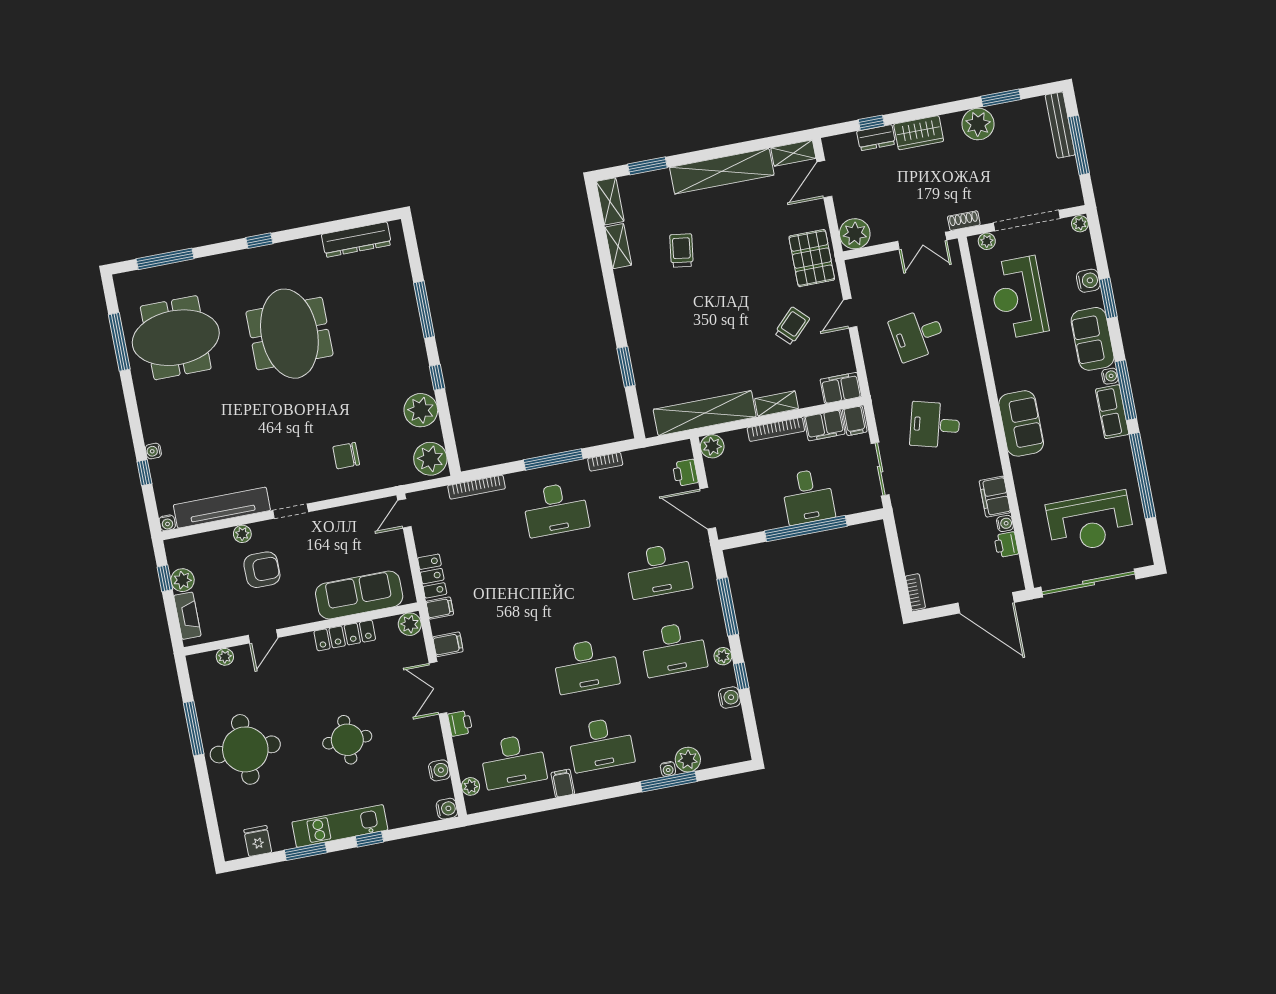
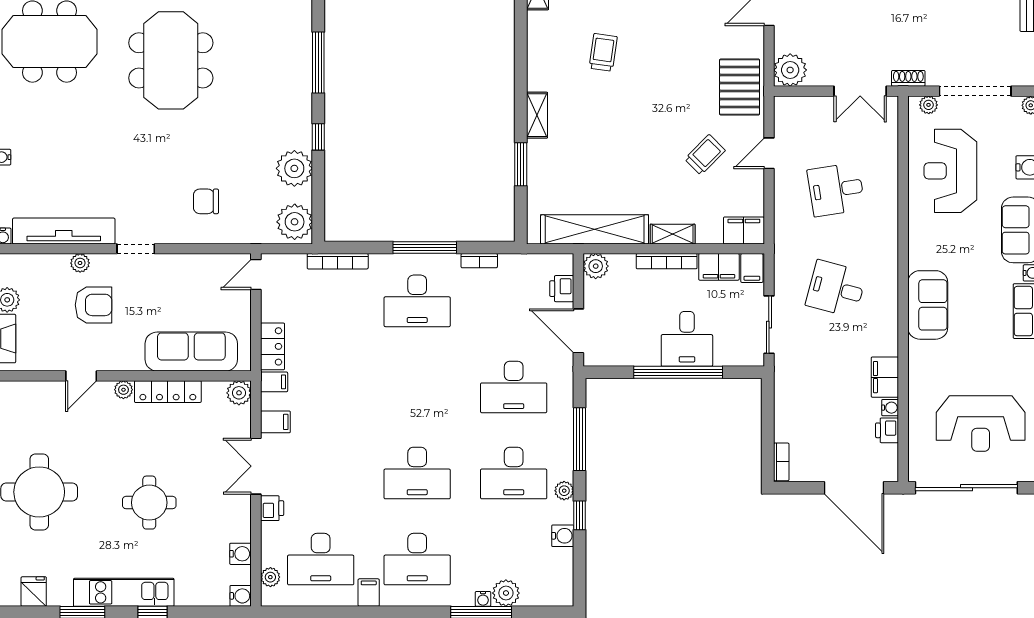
shelving: (618, 246) -> (537, 115), moved
plant: (225, 657) -> (123, 390), moved

